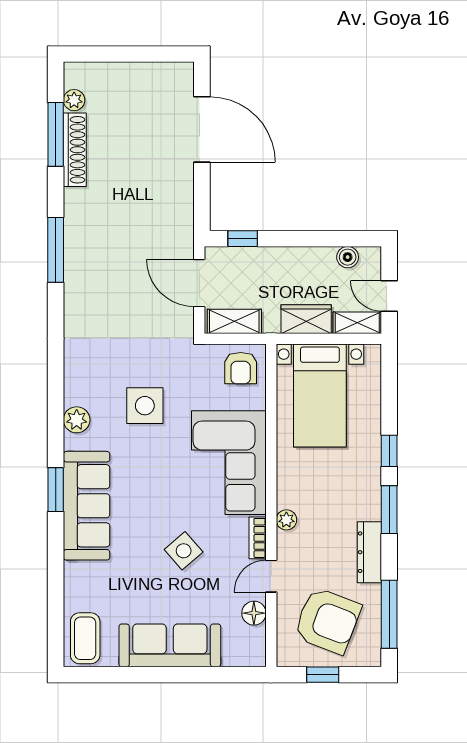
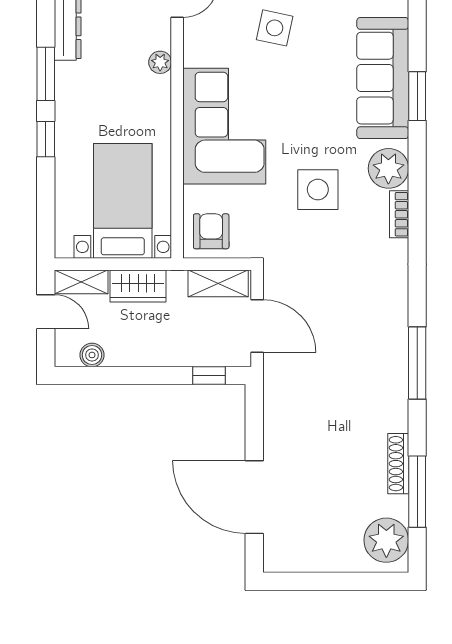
plant: (74, 100) -> (386, 540), width x1.88, depth x1.88
shoe rack: (75, 150) -> (398, 464), width x0.74, depth x0.81
plant: (77, 420) -> (388, 168), width x1.36, depth x1.36
bookcase: (258, 538) -> (399, 214), moved, turned 180
side table: (184, 551) -> (275, 28), turned -37

